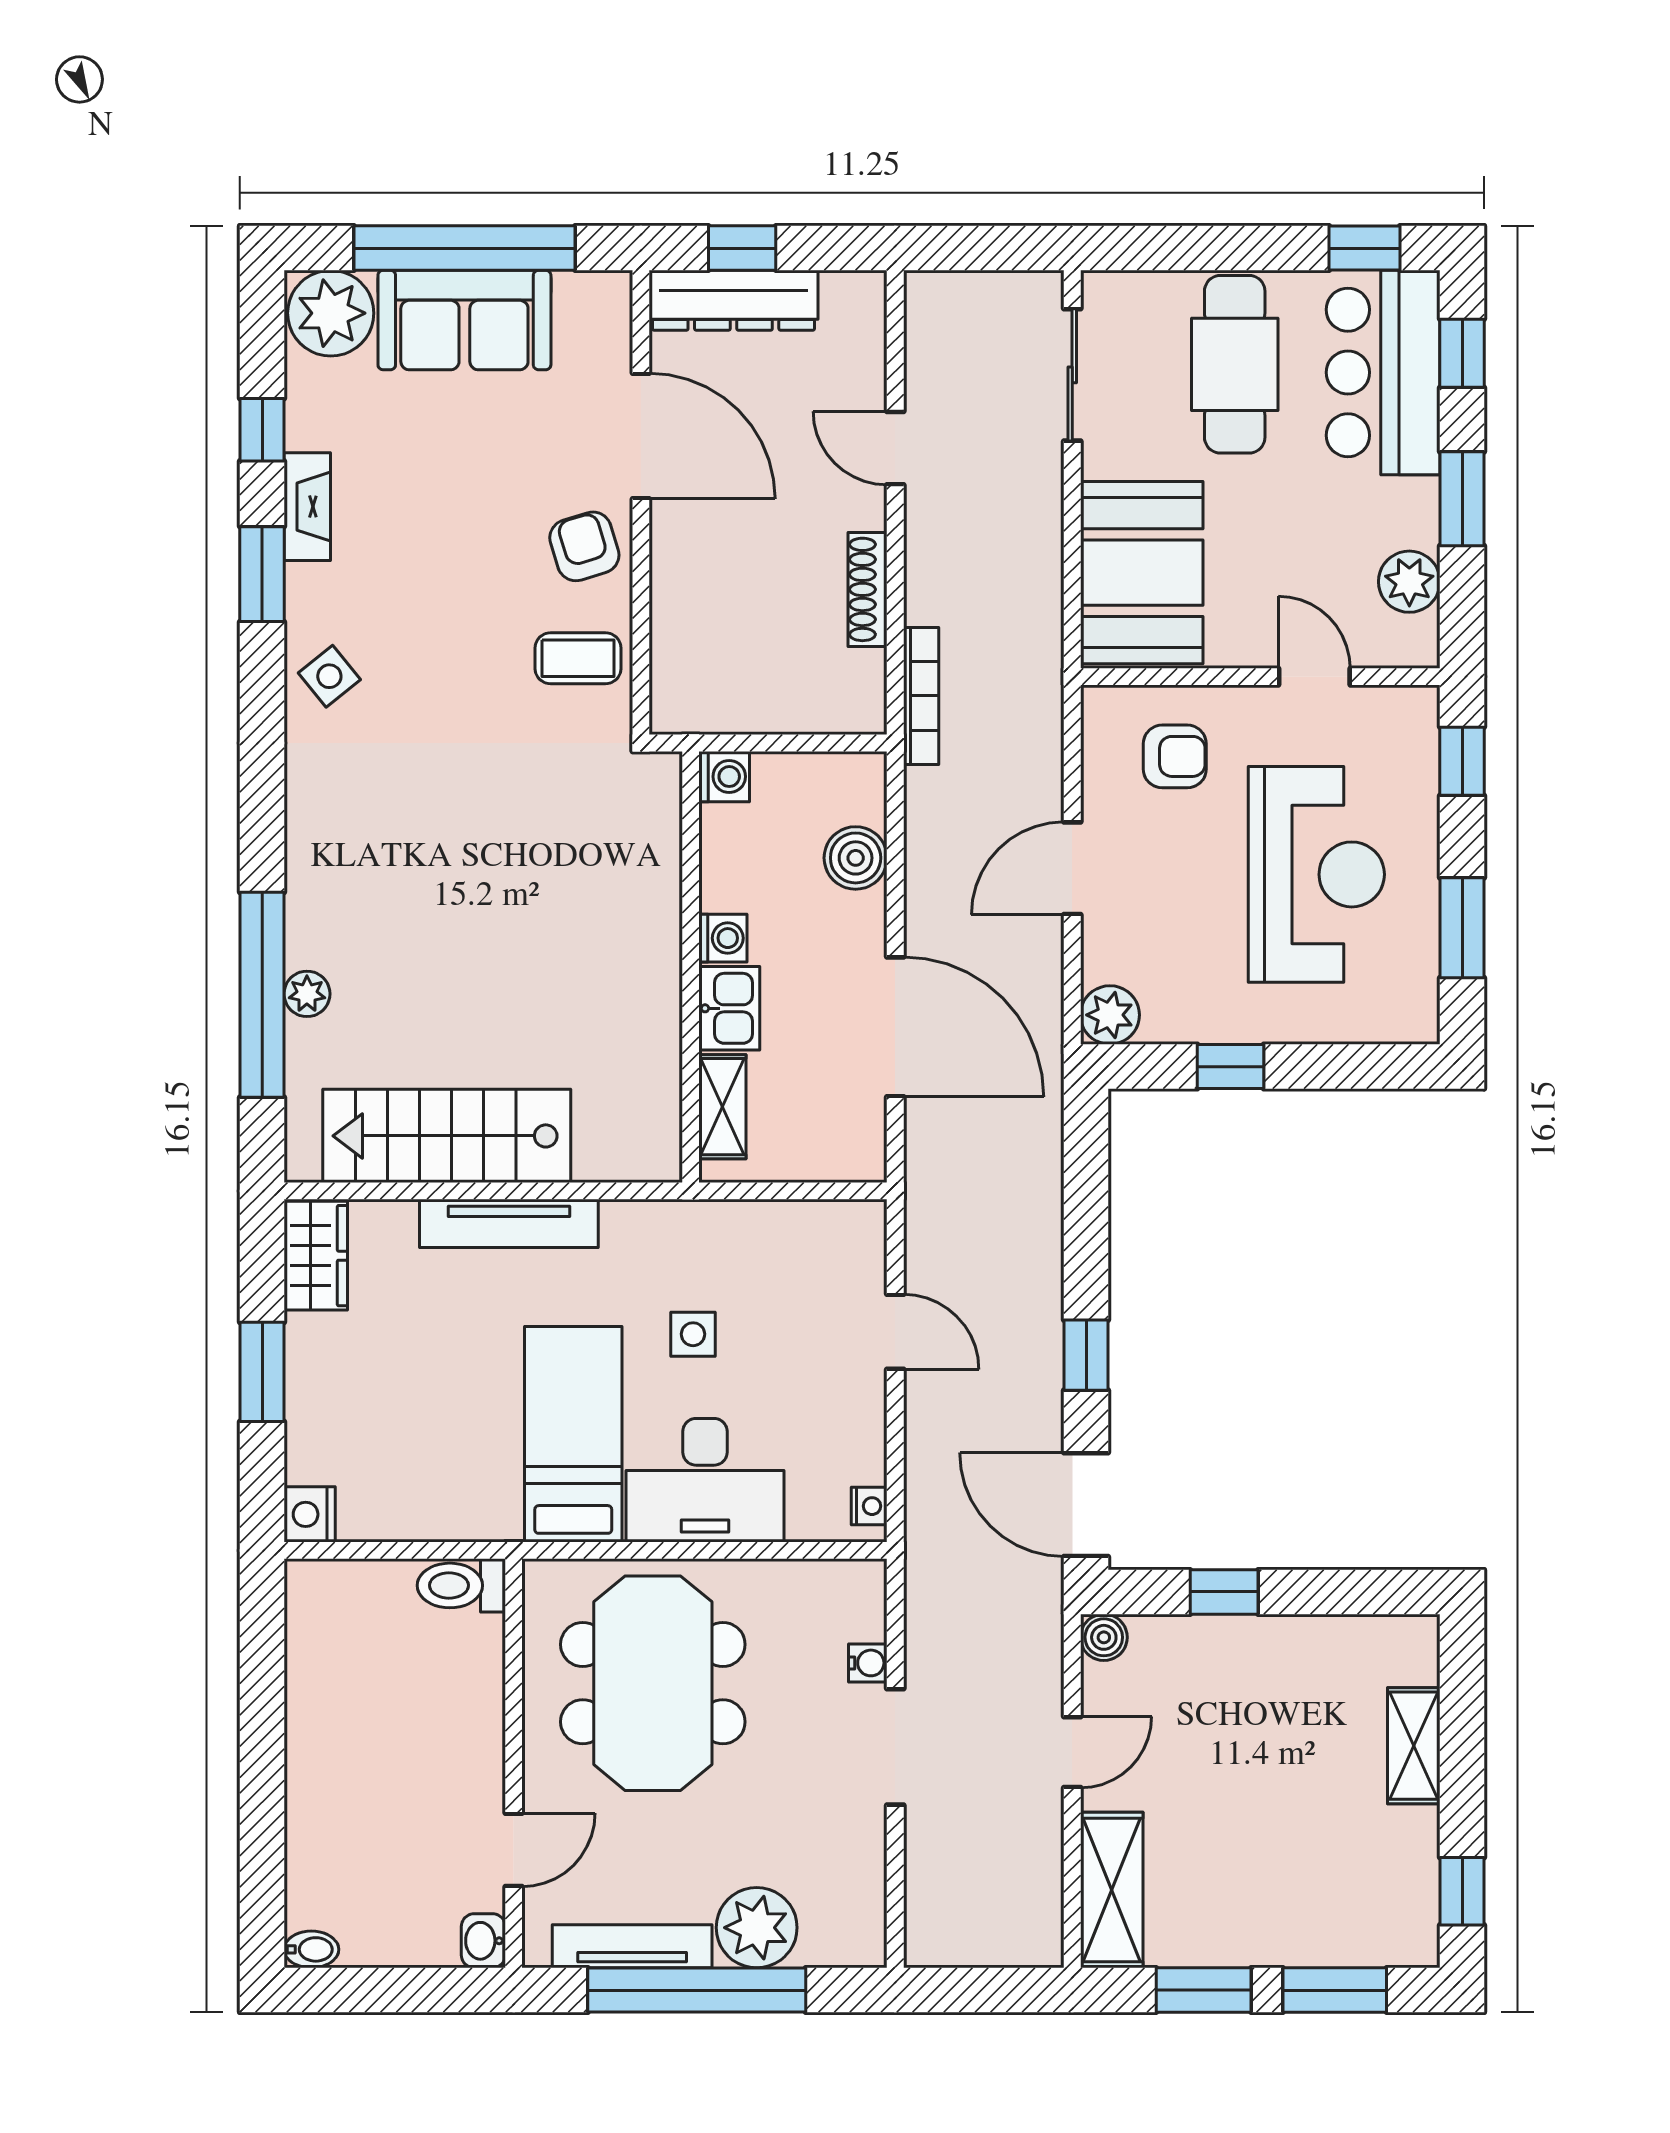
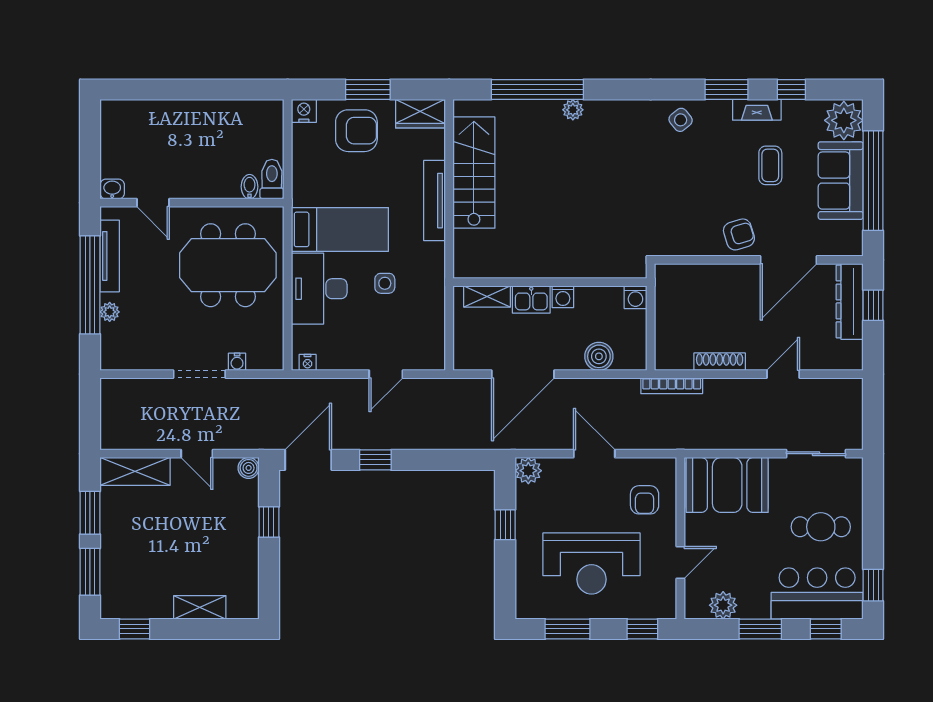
cafe table: (1235, 364) -> (821, 527), width x0.73, depth x0.74
coffee table: (578, 658) -> (770, 165), moved
plant: (307, 994) -> (573, 110), moved
armchair: (353, 1397) -> (356, 131), added
plant: (757, 1928) -> (110, 312), width x0.53, depth x0.53
bidet: (311, 1949) -> (250, 187), moved, turned 180

